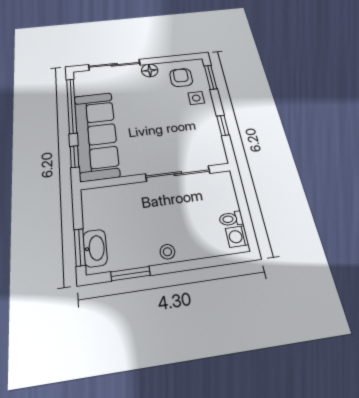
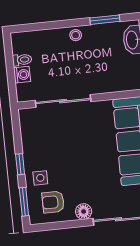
armchair: (181, 78) -> (53, 202), turned 90
window: (223, 125) -> (20, 164), moved
washing machine: (237, 237) -> (22, 75), moved

